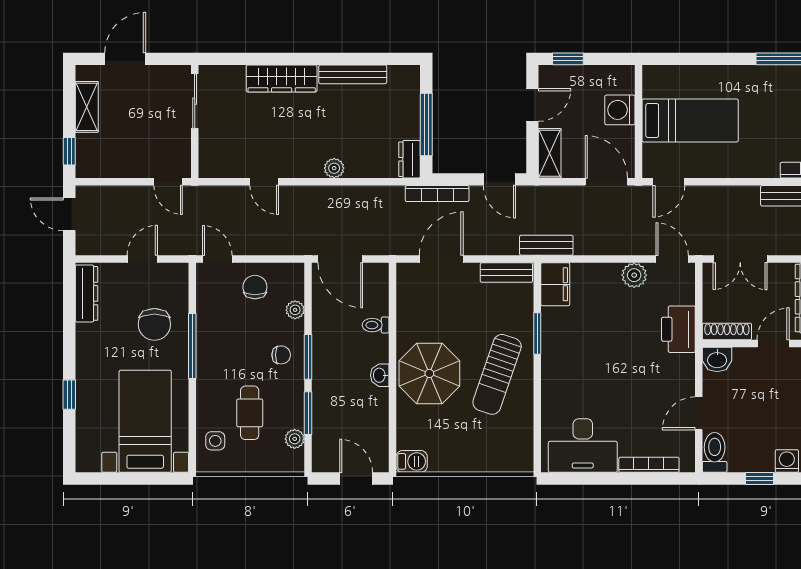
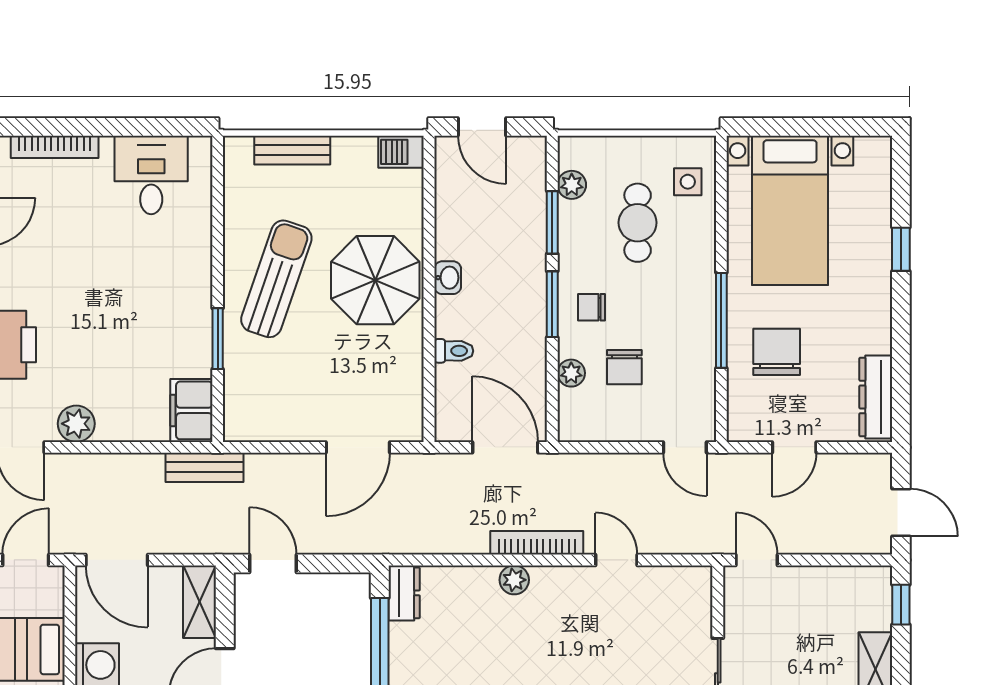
bookcase: (437, 194) -> (537, 543), moved
bench: (506, 273) -> (292, 150), moved
chair: (255, 287) -> (624, 367), moved
desk: (583, 446) -> (151, 175), width x0.73

